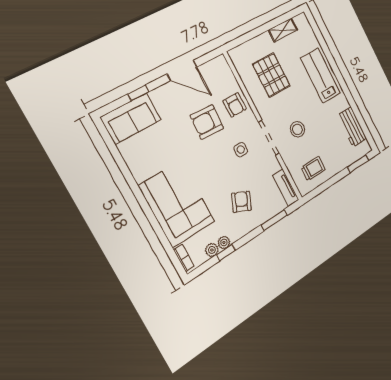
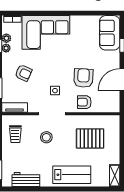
shelving: (283, 30) -> (115, 176), moved

